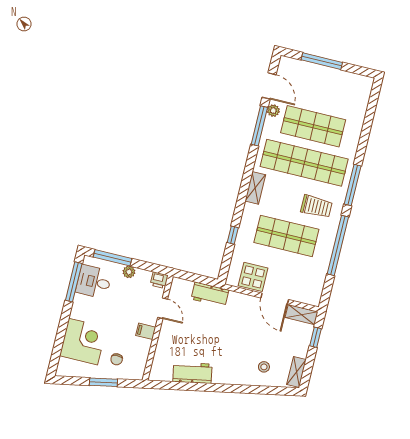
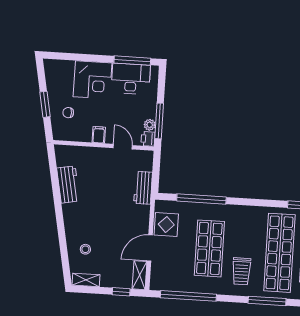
shelving: (255, 188) -> (248, 212), removed
window: (233, 235) -> (201, 199), width x3.17
window: (338, 245) -> (188, 296), moved
window: (113, 258) -> (159, 121), moved
plant: (129, 272) -> (150, 125), moved
desk: (94, 282) -> (131, 79), width x1.37
door: (163, 308) -> (123, 147), swing flipped
corner desk: (83, 342) -> (93, 80), moved

